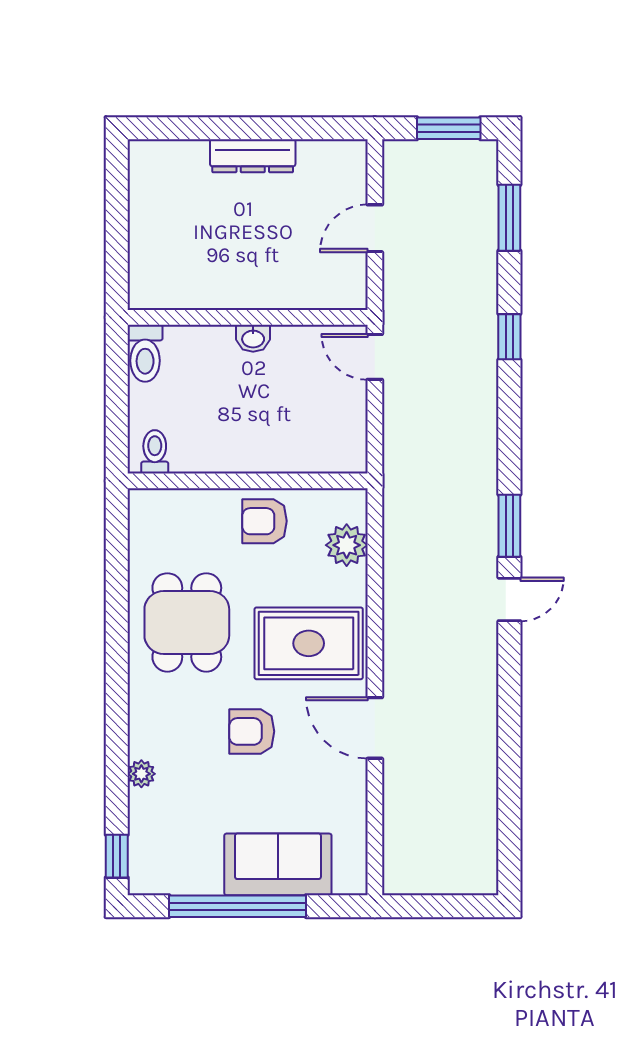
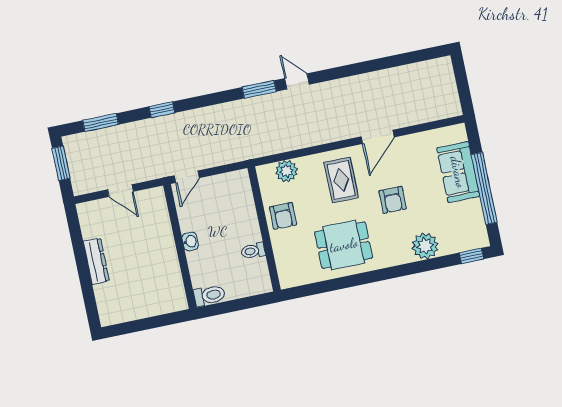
toilet: (155, 452) -> (253, 251), moved
rug: (309, 643) -> (341, 180), width x0.73, depth x0.70
plant: (141, 774) -> (425, 246), width x1.88, depth x1.88

